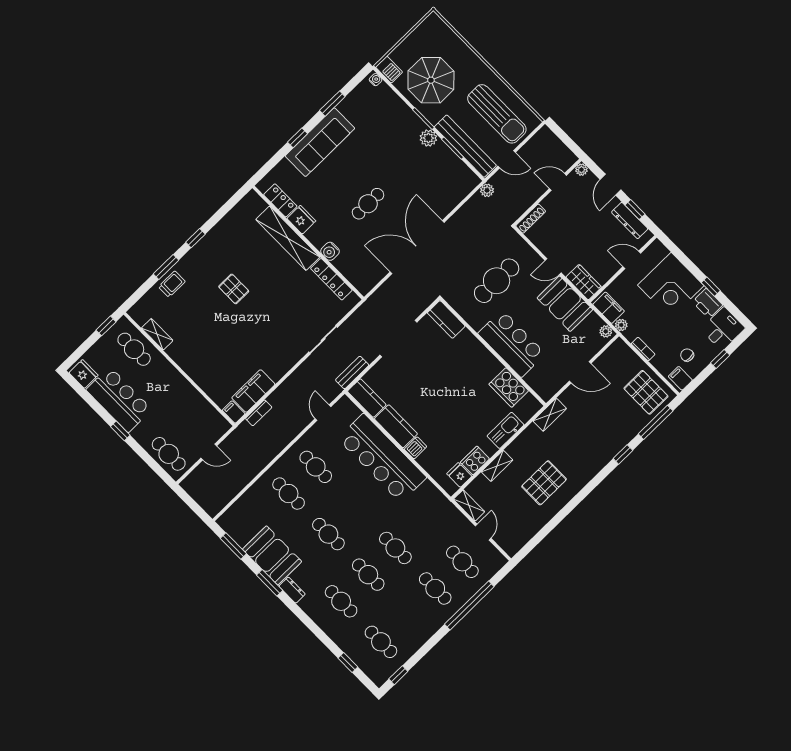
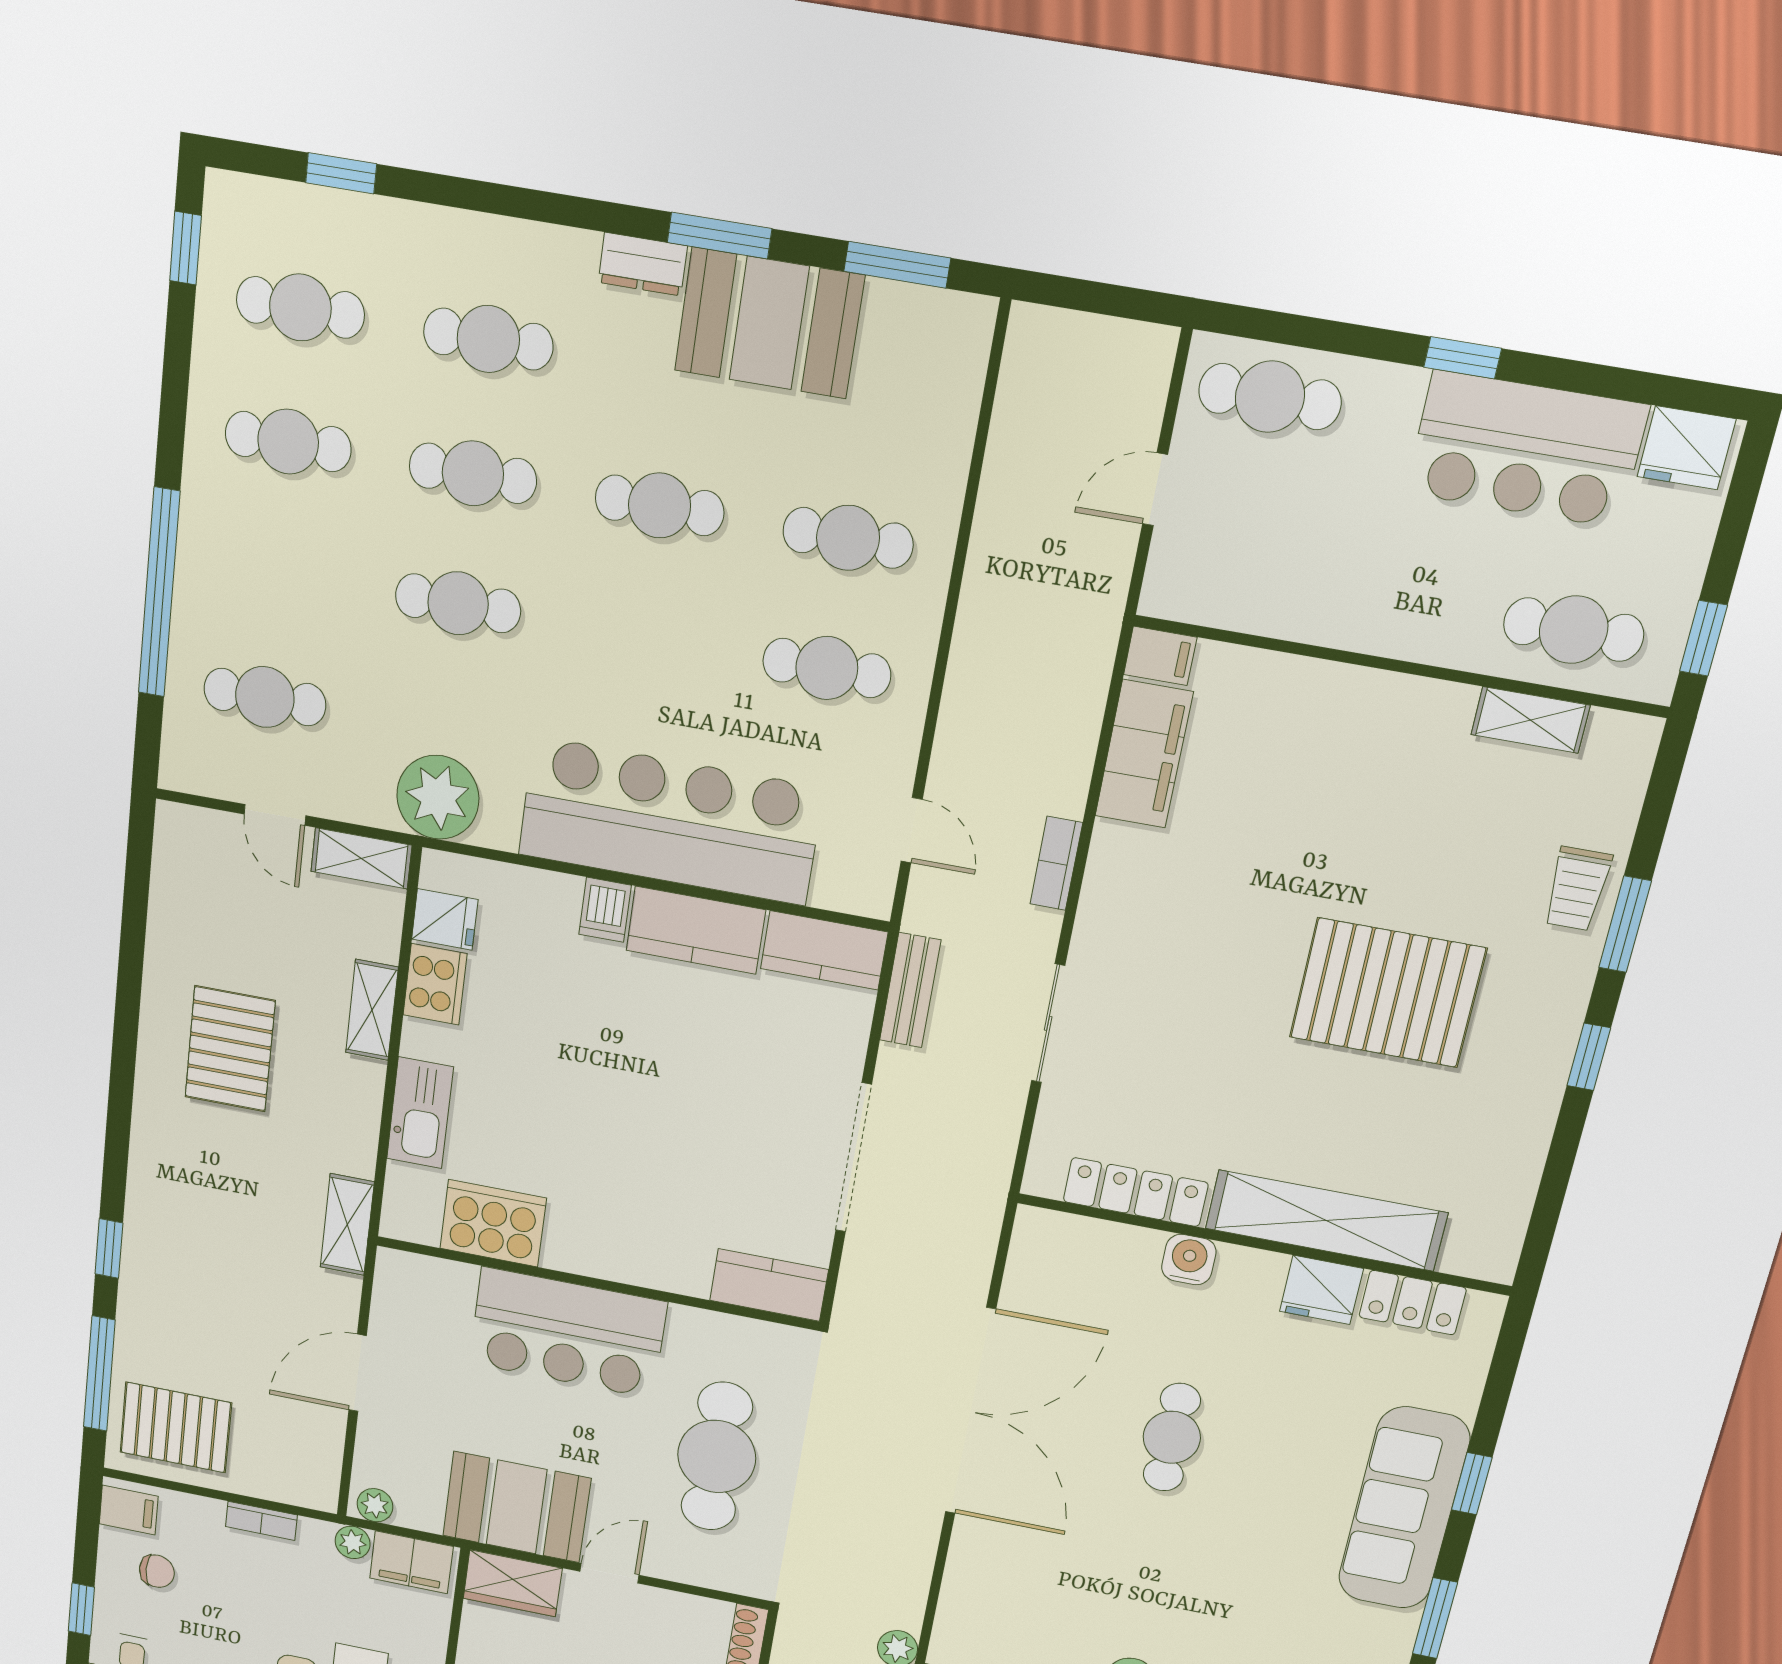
pallet: (234, 289) -> (1388, 993), width x2.05, depth x2.00
bookcase: (259, 413) -> (1056, 863), moved
plant: (437, 506) -> (438, 797), added
cafe table: (435, 588) -> (288, 442), moved

